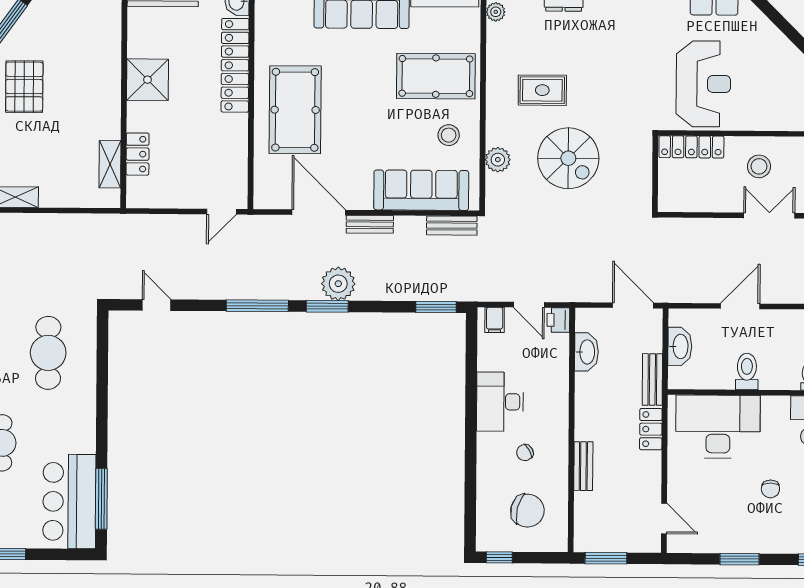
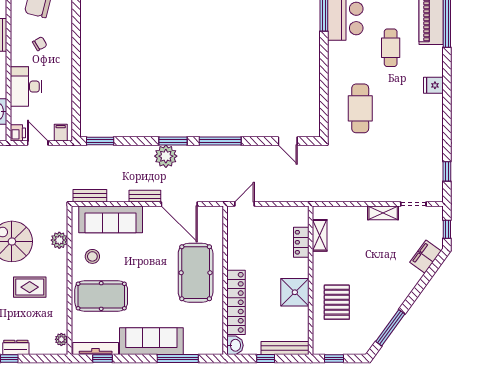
pallet: (24, 87) -> (337, 302), moved
desk: (500, 402) -> (26, 87), moved, turned 180

